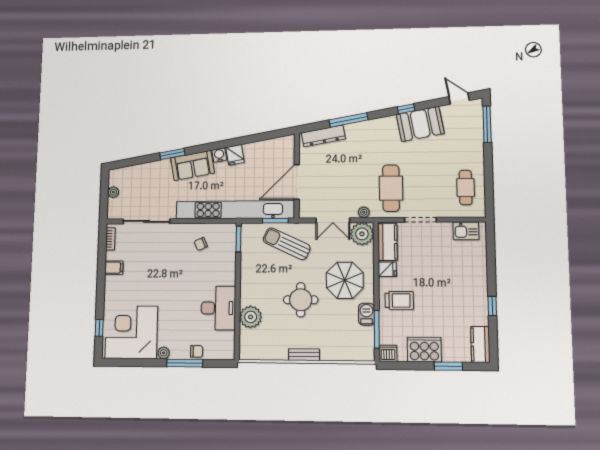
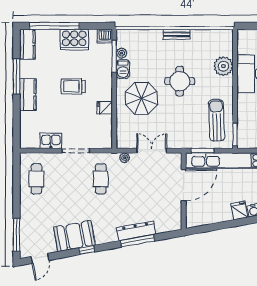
door: (459, 99) -> (40, 258), hinge flipped
dresser: (323, 136) -> (136, 231), moved
cafe table: (391, 188) -> (101, 179), width x0.73, depth x0.74
kitchen sink: (466, 231) -> (51, 141), moved
plant: (362, 234) -> (122, 53), moved, width x0.53, depth x0.53
kitchen counter: (388, 242) -> (28, 95), moved, turned 180
sun lounger: (287, 244) -> (216, 120), moved, turned -117
trolley: (399, 300) -> (73, 86), moved
window: (492, 306) -> (17, 77), width x2.17
window: (448, 366) -> (54, 26), width x2.11

